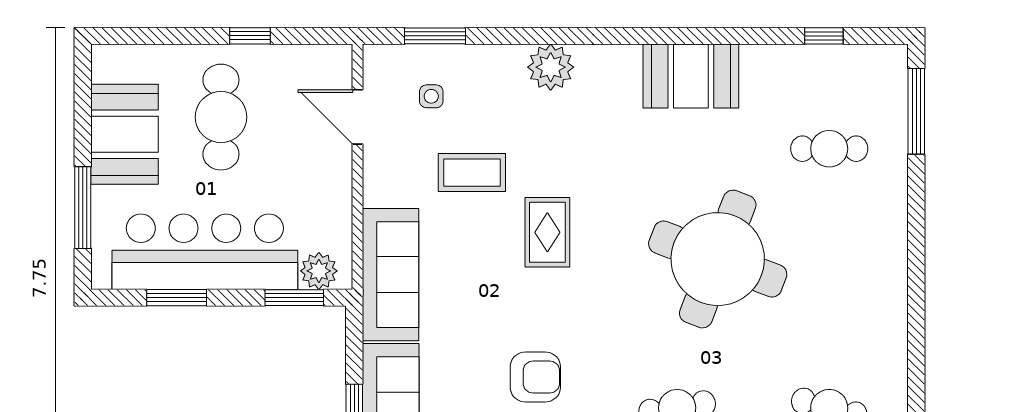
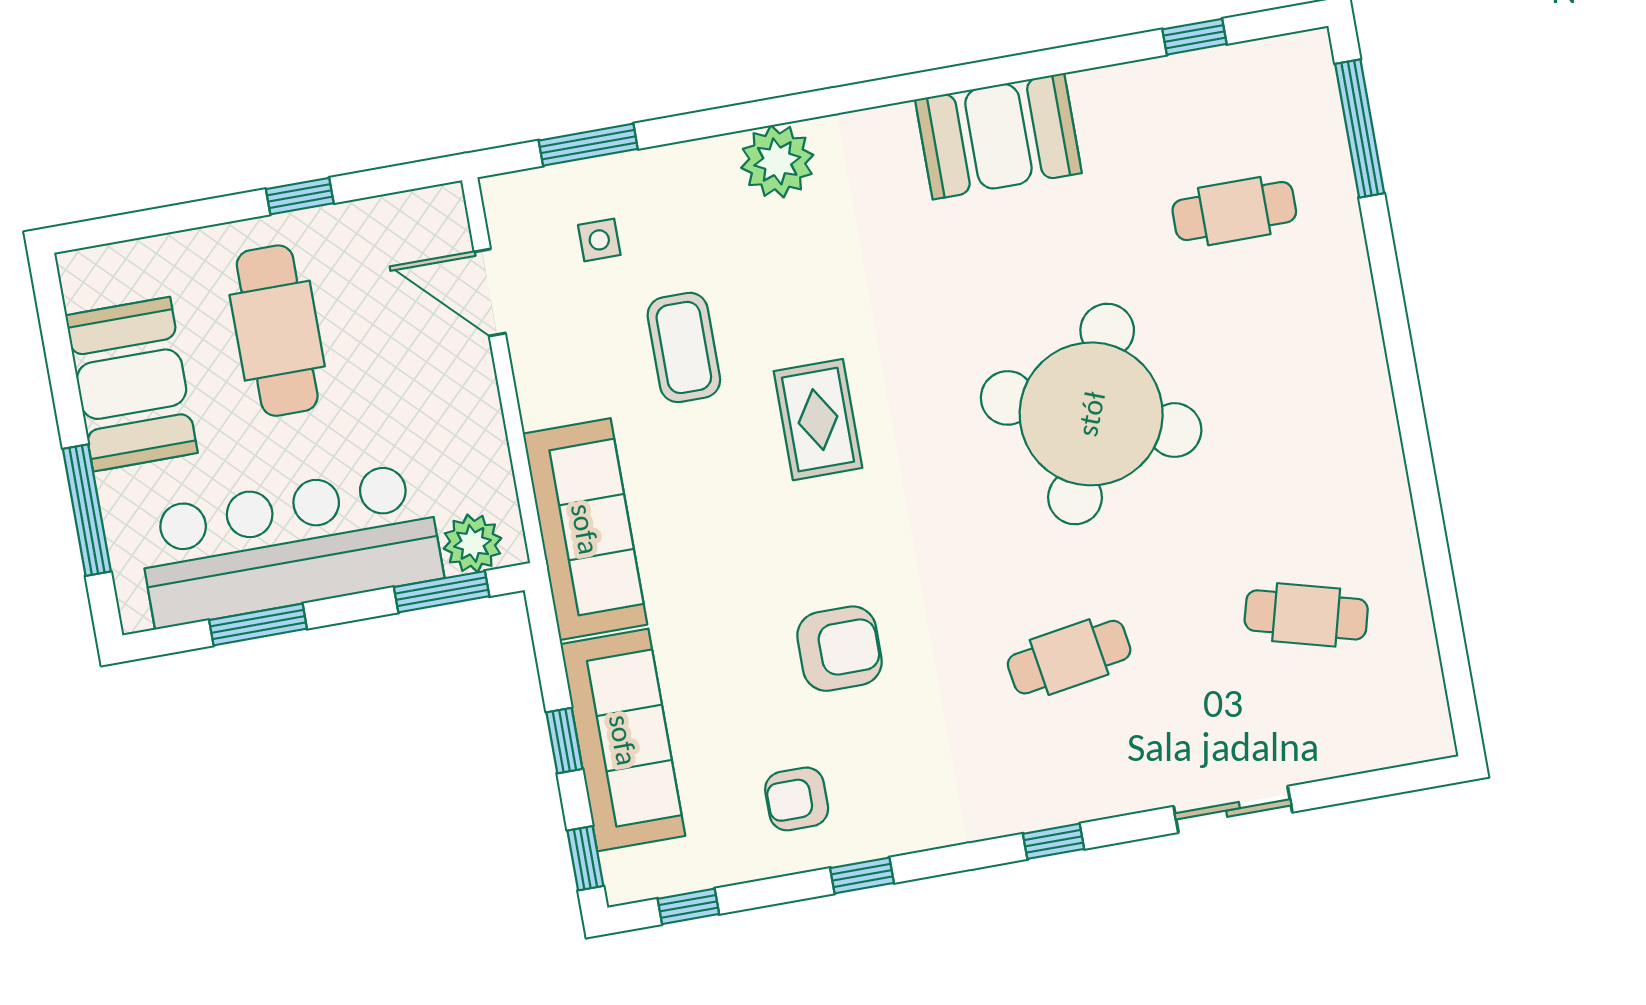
coffee table: (472, 173) -> (684, 347), turned 90

